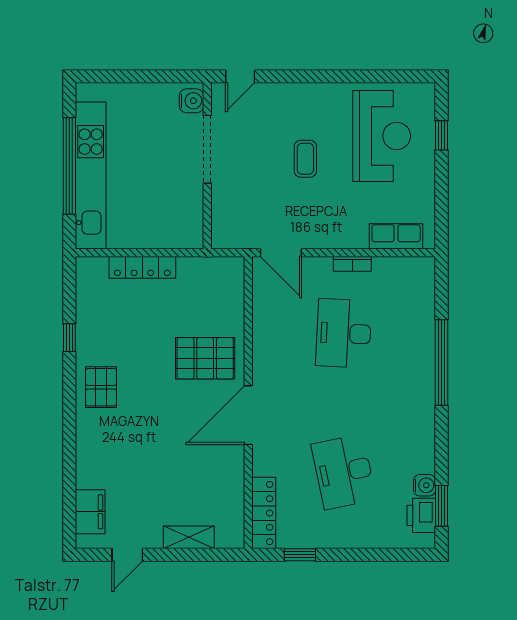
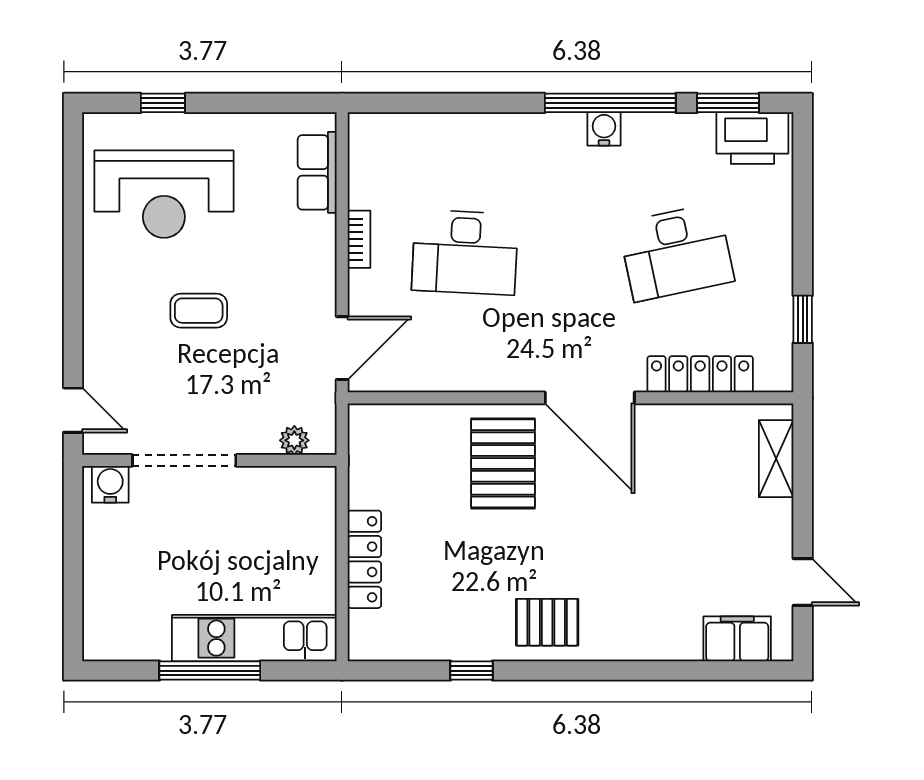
reception desk: (382, 136) -> (164, 194), turned 180
window: (69, 166) -> (210, 671), width x0.68
kitchen unit: (91, 176) -> (254, 638), width x0.73
plant: (220, 221) -> (294, 440), added
window: (442, 363) -> (610, 103), moved
water cooler: (425, 485) -> (604, 129), moved
locker: (264, 513) -> (700, 374), moved
printer: (421, 515) -> (752, 138), width x1.37, depth x1.19
shelving: (189, 537) -> (776, 459), moved

